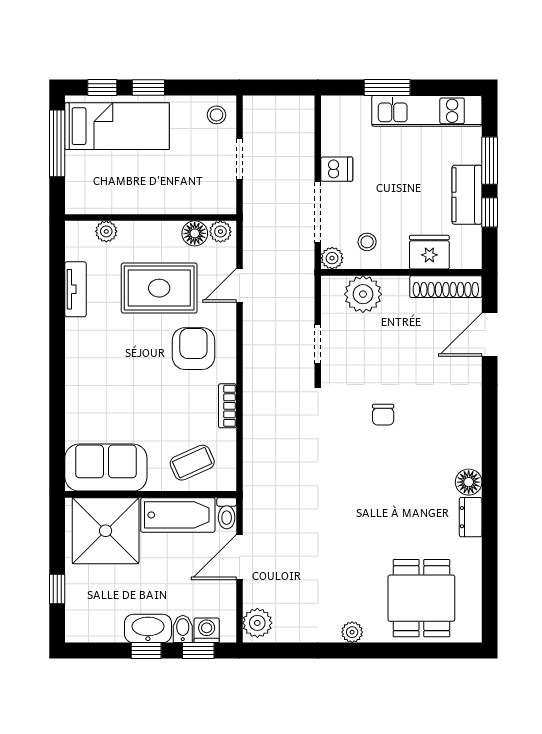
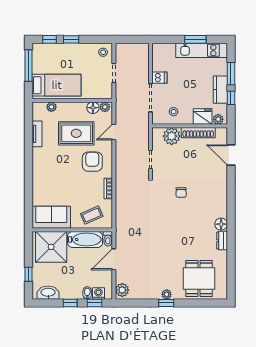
window: (387, 87) -> (195, 39), moved
bed: (117, 126) -> (57, 85), moved
plant: (332, 258) -> (218, 119), moved
shoe rack: (446, 287) -> (198, 133), moved
door: (490, 335) -> (231, 155), hinge flipped
washbasin: (148, 628) -> (48, 293), moved
window: (352, 651) -> (166, 303), added

